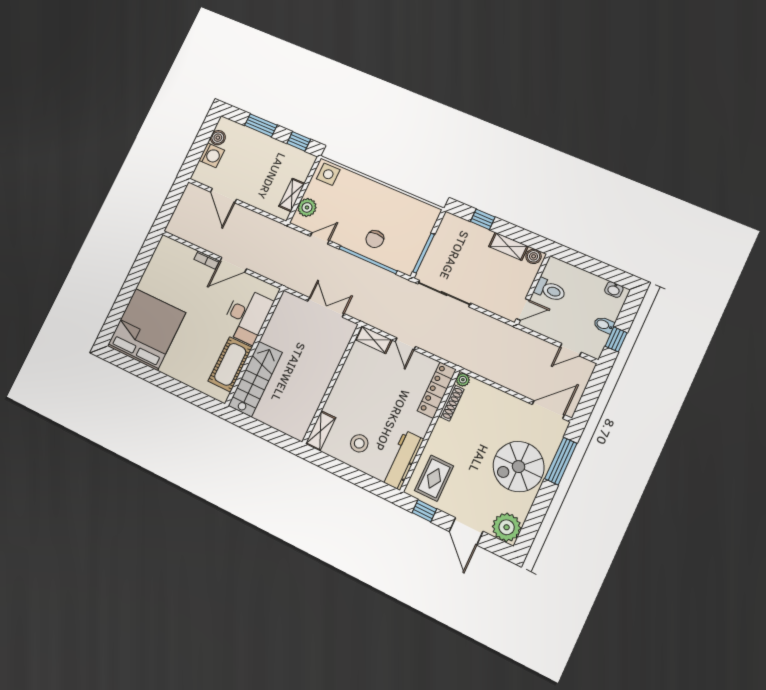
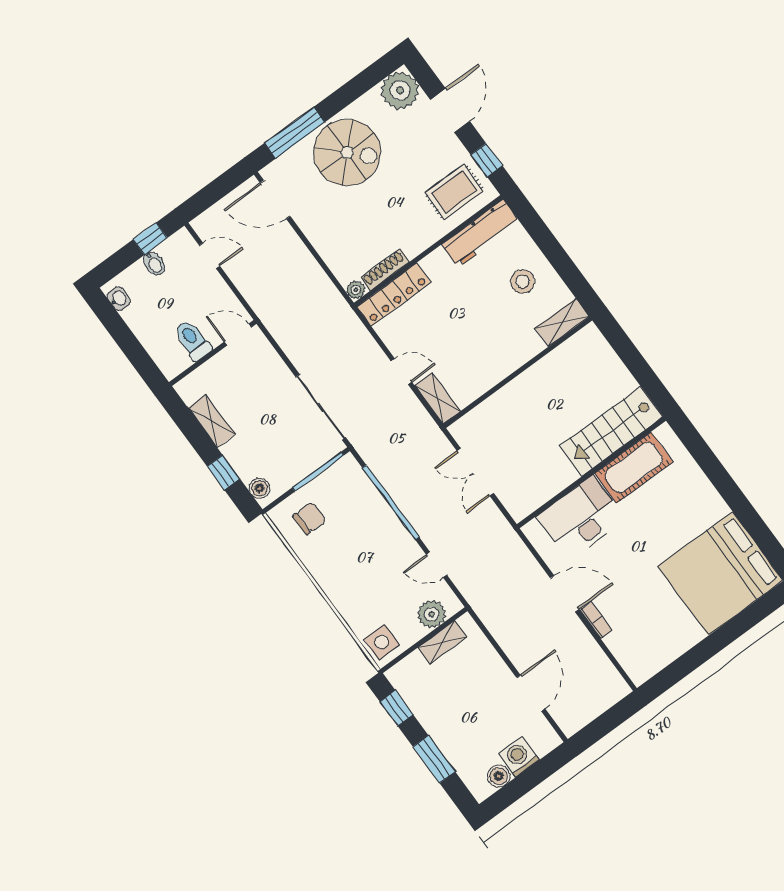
chair: (375, 239) -> (309, 518), moved
boiler: (534, 256) -> (260, 488), moved
door: (405, 344) -> (401, 371), hinge flipped

